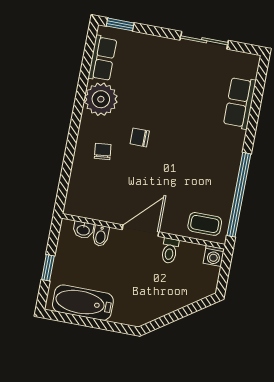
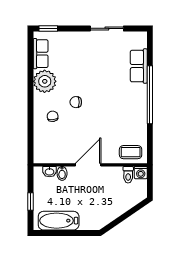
window: (239, 195) -> (150, 95), moved
toilet: (170, 251) -> (128, 175), moved

